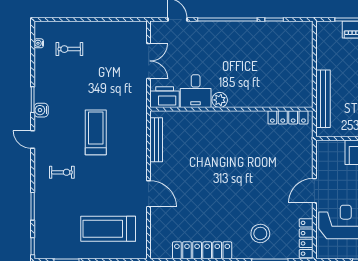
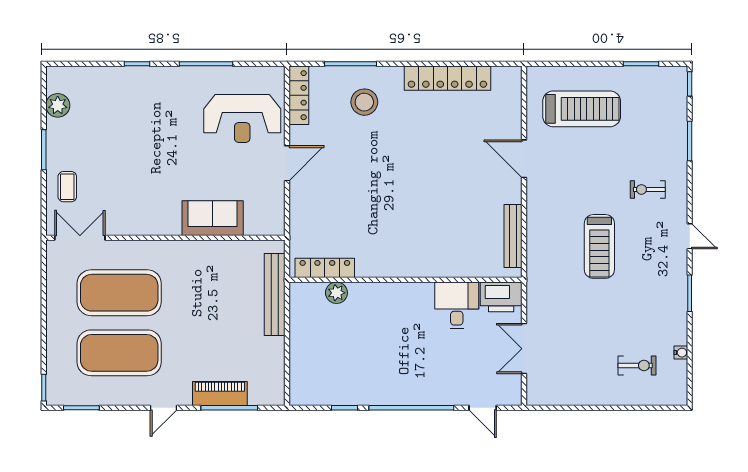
water cooler: (39, 43) -> (681, 353), moved
plant: (220, 100) -> (336, 293), moved
water cooler: (41, 110) -> (677, 278), removed

